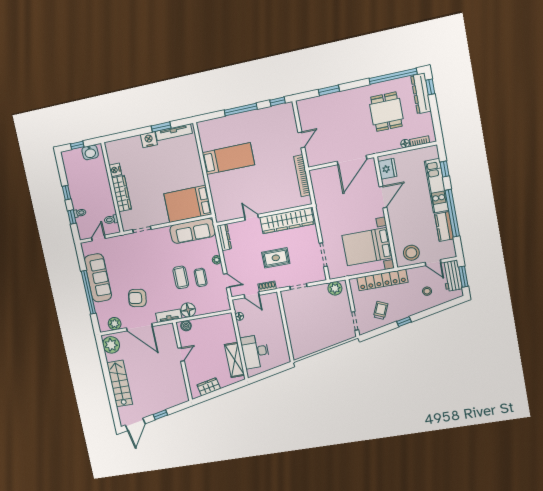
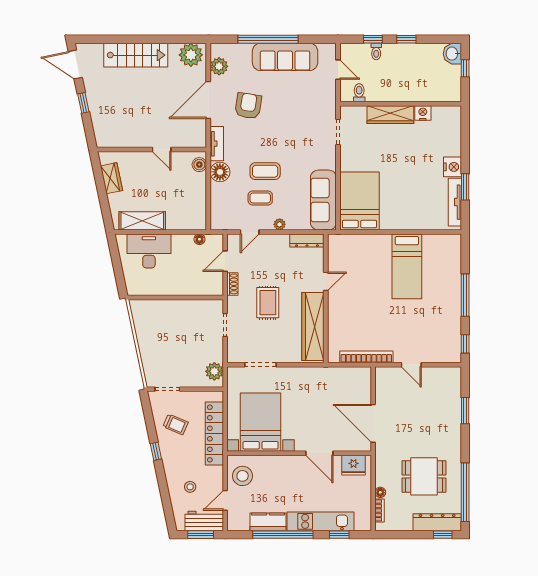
washbasin: (90, 152) -> (452, 54), moved

